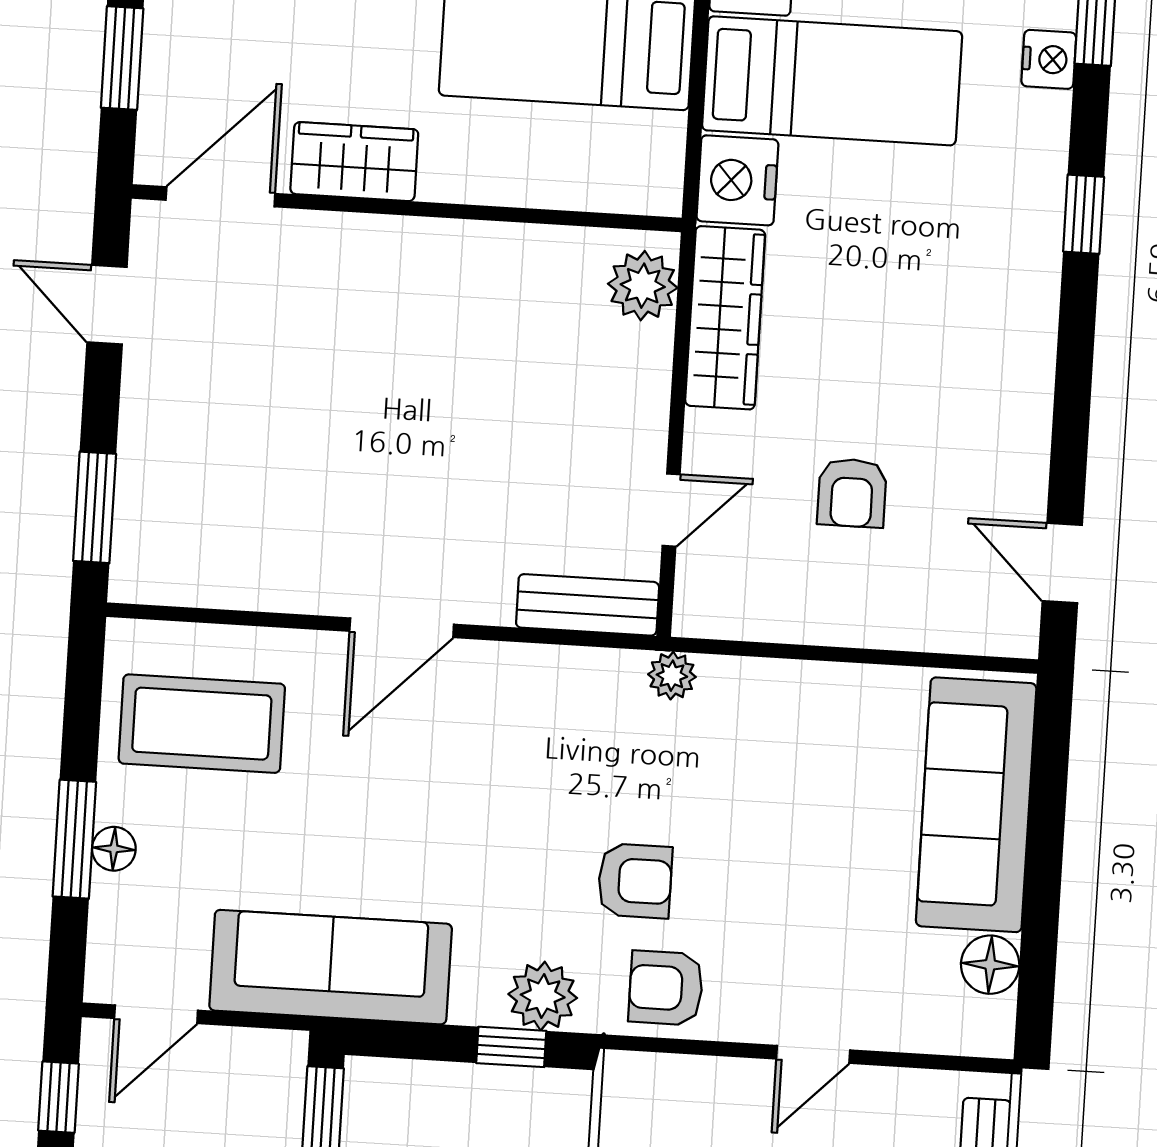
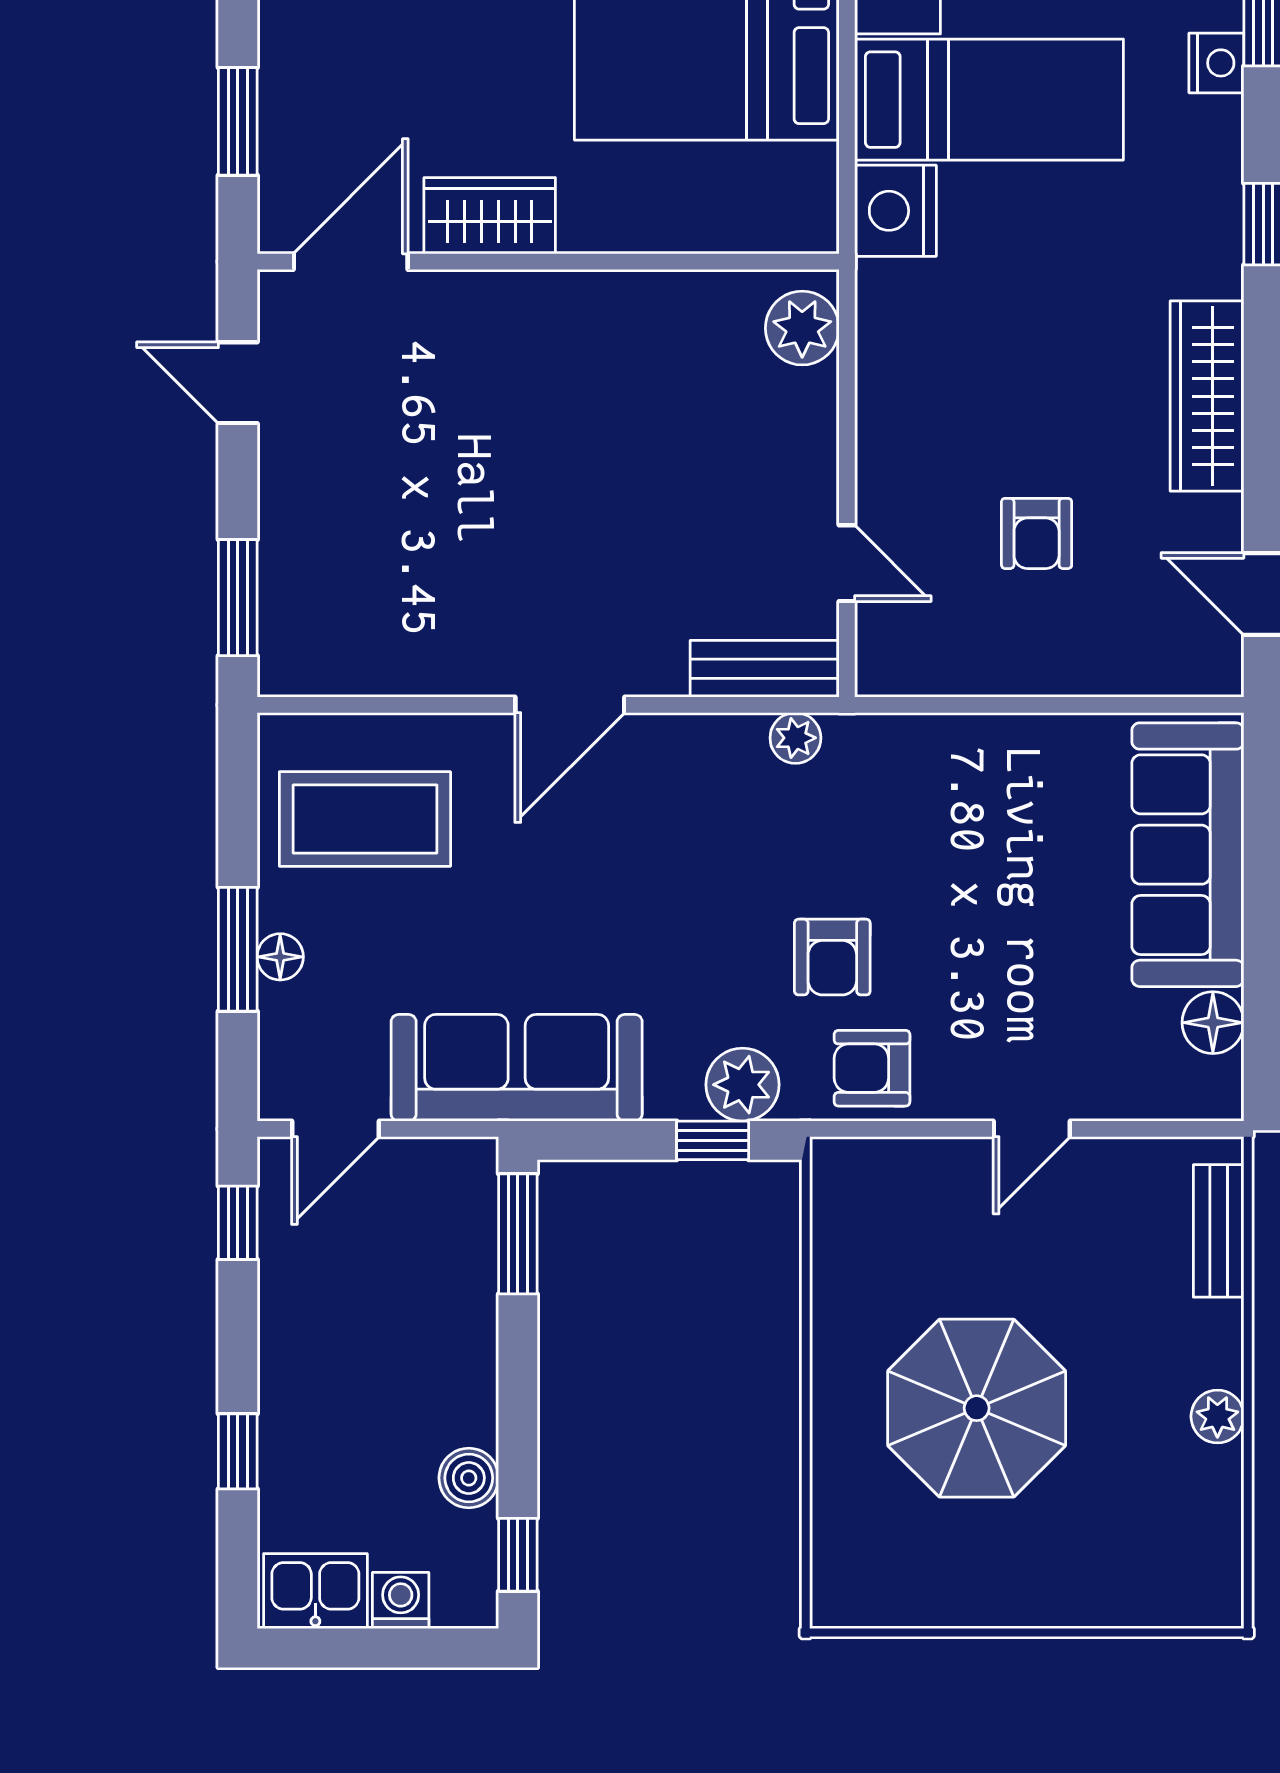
wardrobe: (725, 318) -> (1207, 396), moved, turned 180
door: (671, 510) -> (847, 563), hinge flipped
plant: (672, 676) -> (795, 738), moved
armchair: (635, 881) -> (832, 957), turned 90

